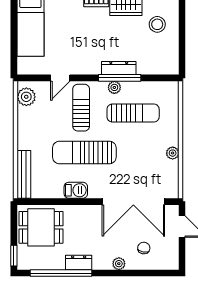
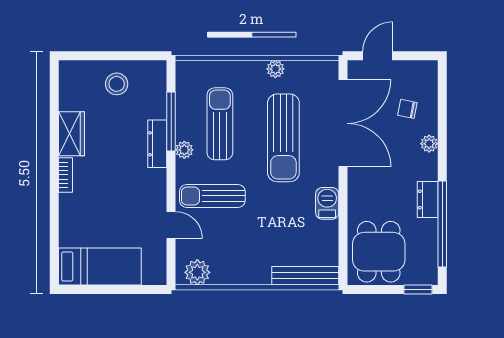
stool: (157, 24) -> (117, 84), moved
window: (120, 78) -> (171, 121), moved
sun lounger: (84, 153) -> (283, 138), moved

